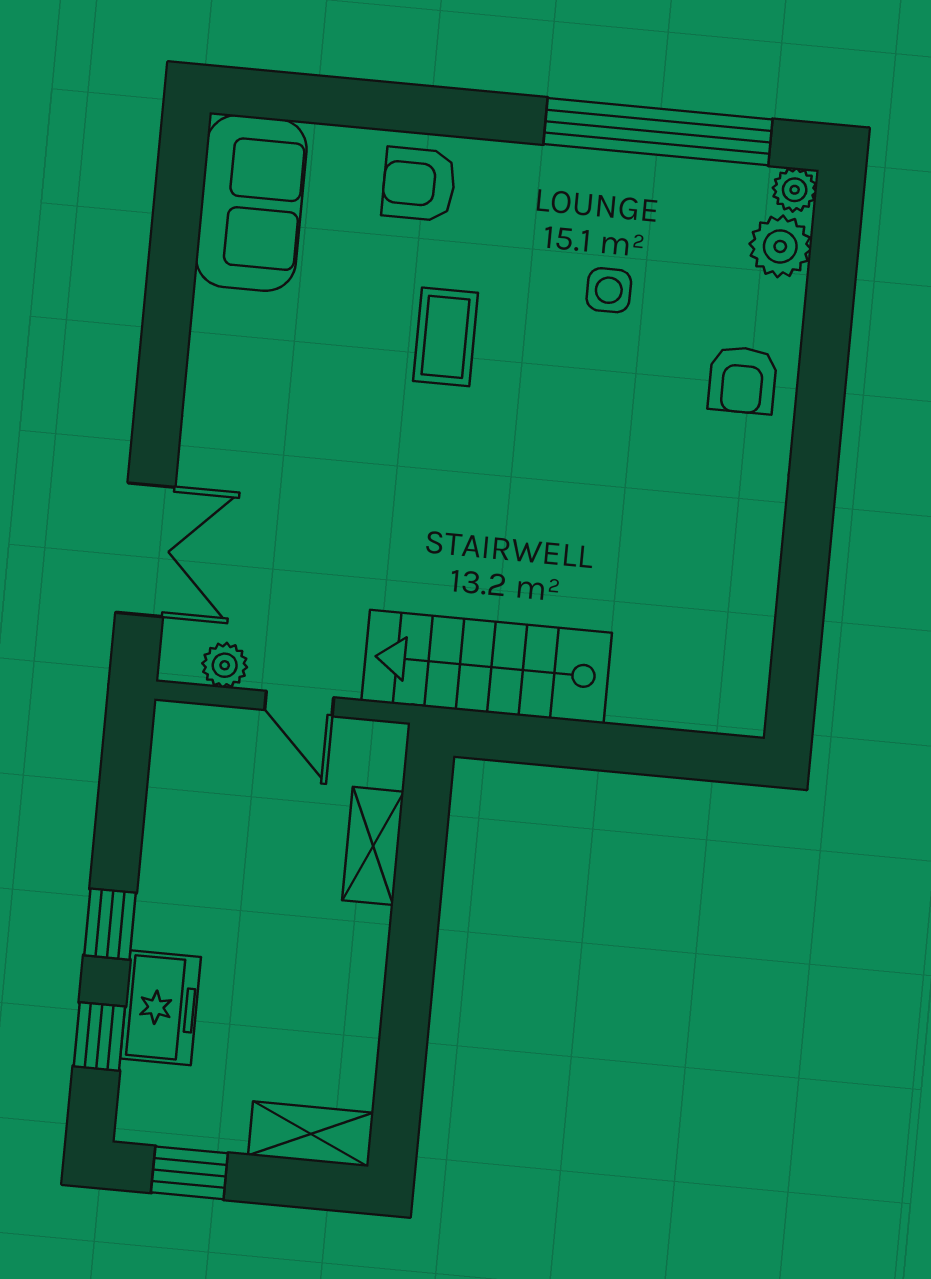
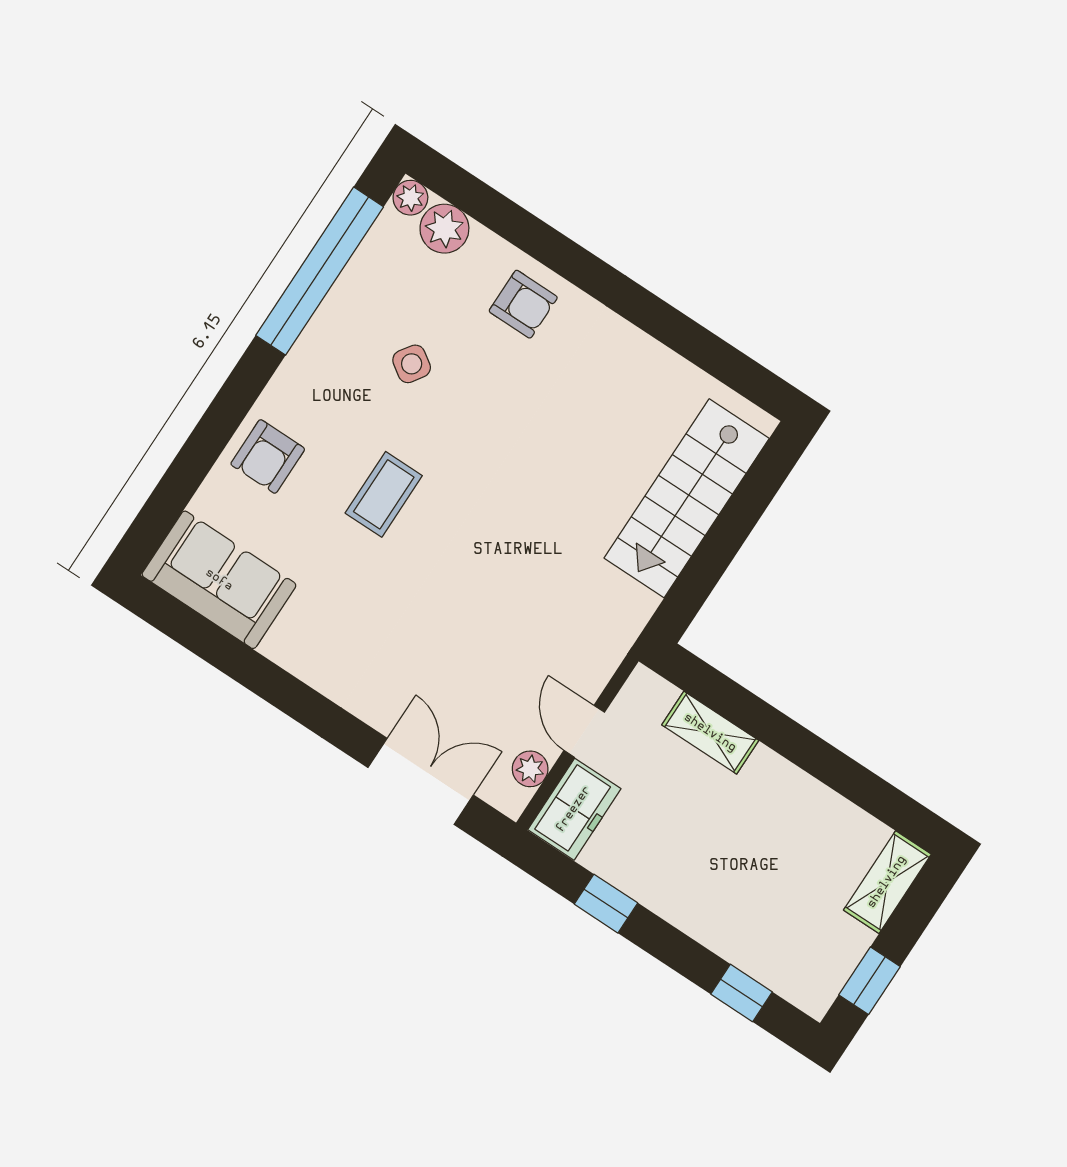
side table: (609, 290) -> (412, 364), turned 34
coffee table: (446, 337) -> (384, 494), turned 90
stairs: (487, 667) -> (687, 498), moved
door: (299, 704) -> (584, 731), swing flipped
window: (110, 924) -> (606, 904), moved
freezer: (161, 1008) -> (574, 809), moved, turned 90

